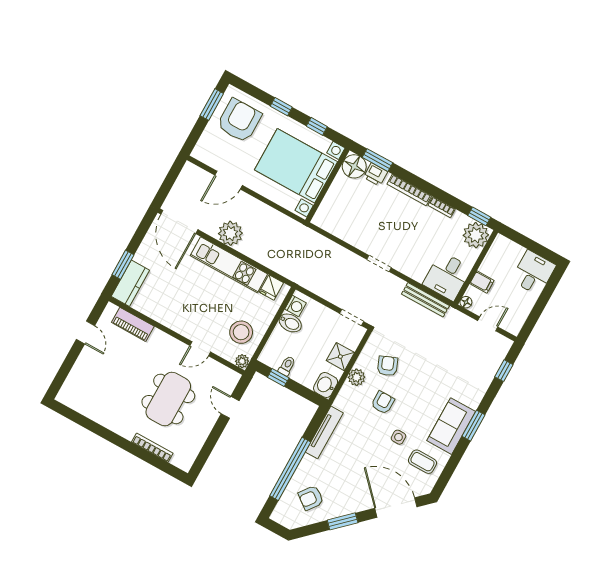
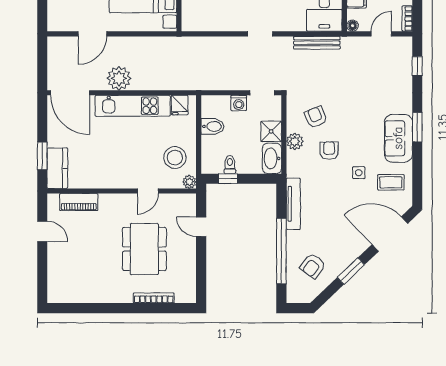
washing machine: (295, 306) -> (239, 103), moved, turned 90
bookcase: (519, 323) -> (407, 19), added
washbasin: (326, 385) -> (272, 158), width x1.38

